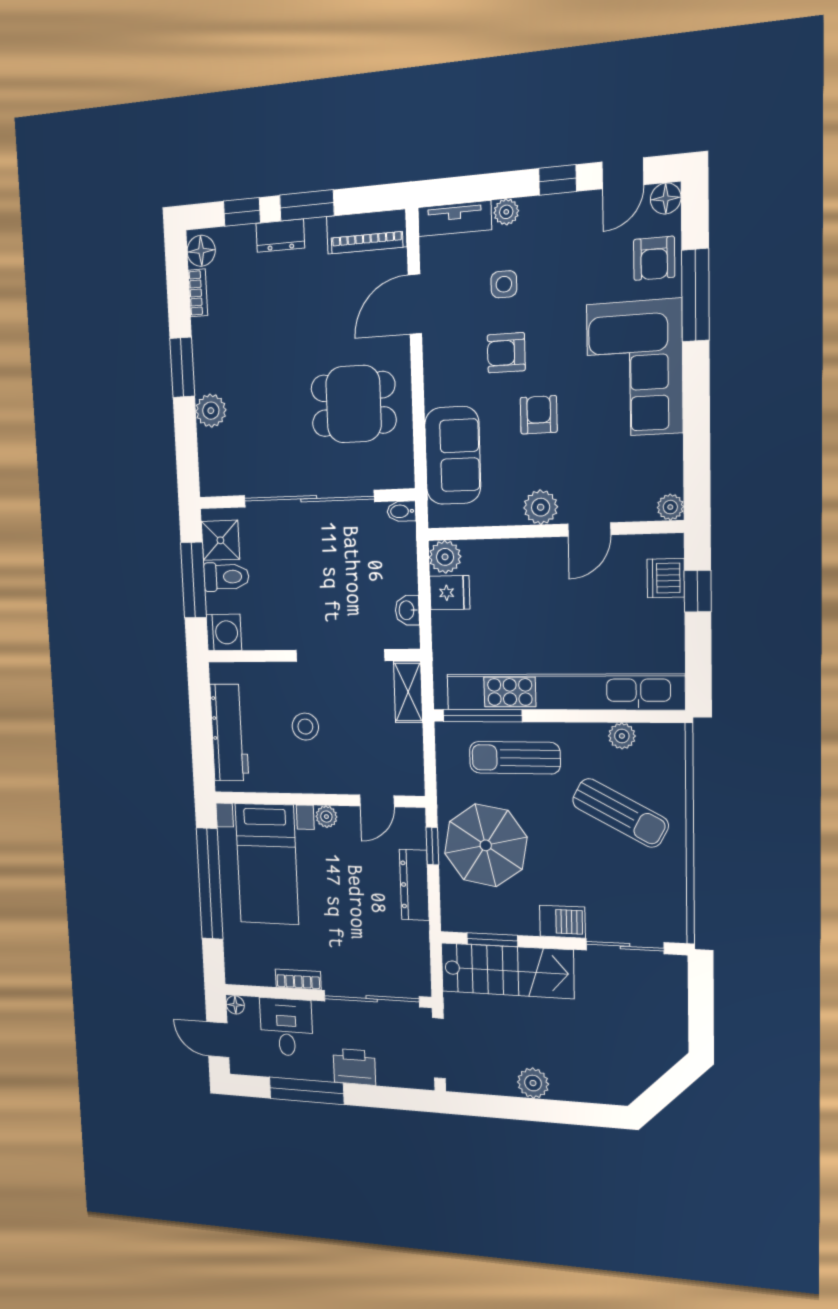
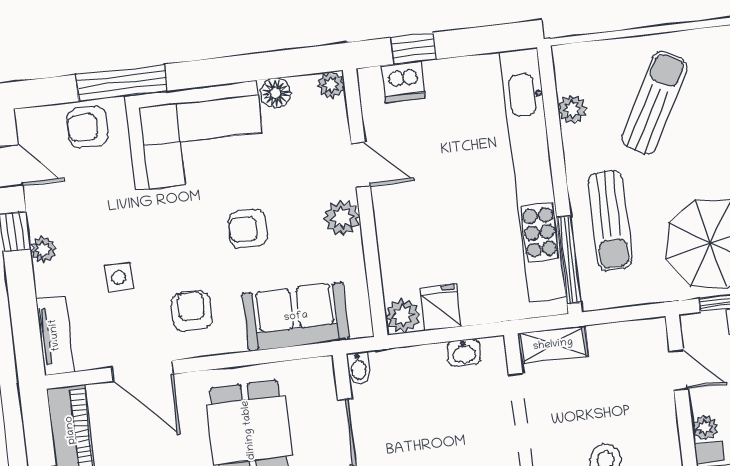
floor lamp: (666, 198) -> (276, 93), moved
plant: (506, 212) -> (43, 250), moved
armchair: (654, 258) -> (88, 127), turned 180
armchair: (506, 353) -> (191, 311), moved, turned 180

